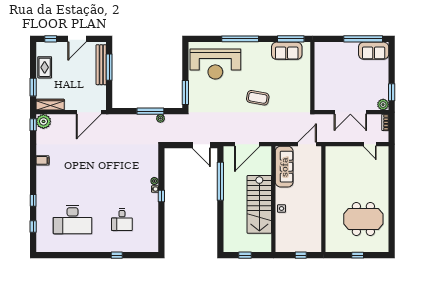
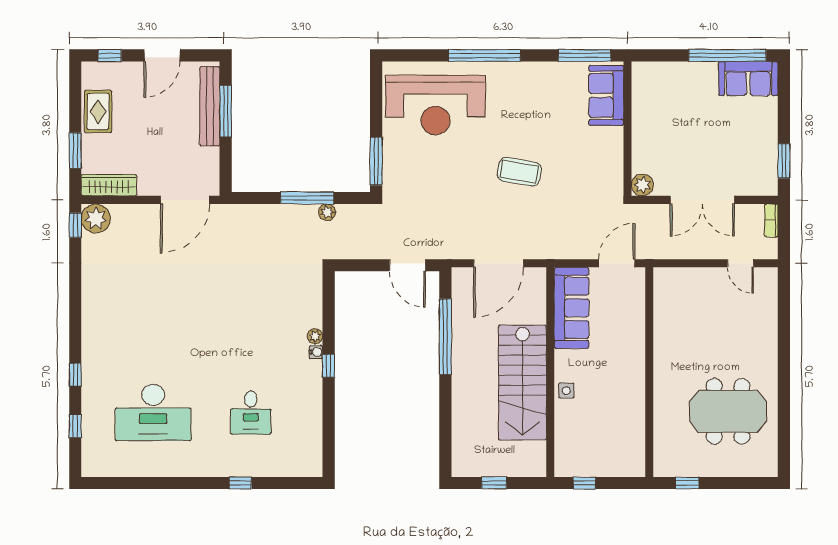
sofa: (287, 51) -> (606, 95), moved, turned 90
plant: (383, 105) -> (642, 185), moved
filing cabinet: (43, 160) -> (94, 295), removed
window: (301, 255) -> (584, 483), moved
window: (358, 255) -> (687, 483), moved

